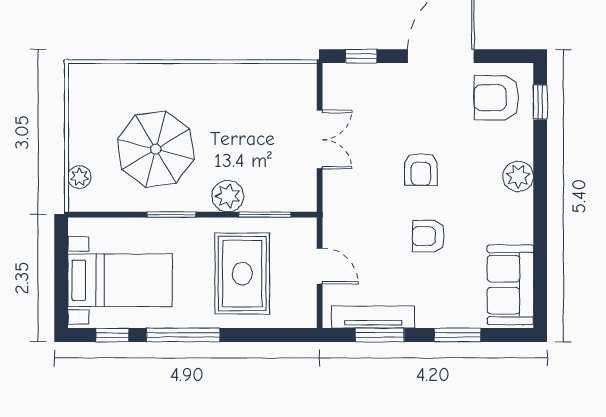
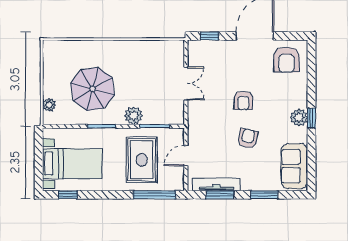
armchair: (496, 98) -> (286, 60), turned -90
window: (540, 102) -> (311, 118), moved
plant: (518, 176) -> (299, 117), moved
armchair: (428, 236) -> (248, 139), turned 102
door: (320, 266) -> (186, 156), swing flipped
window: (183, 335) -> (154, 195), moved

